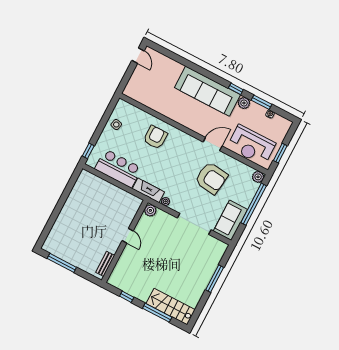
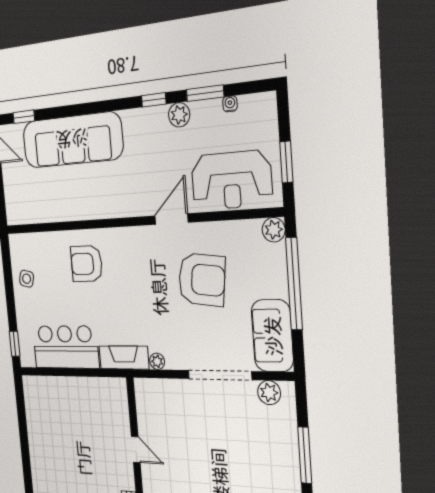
window: (164, 51) -> (24, 117), added
sofa: (207, 91) -> (72, 140), moved
armchair: (155, 137) -> (87, 264), turned -90
plant: (150, 210) -> (269, 393), moved

